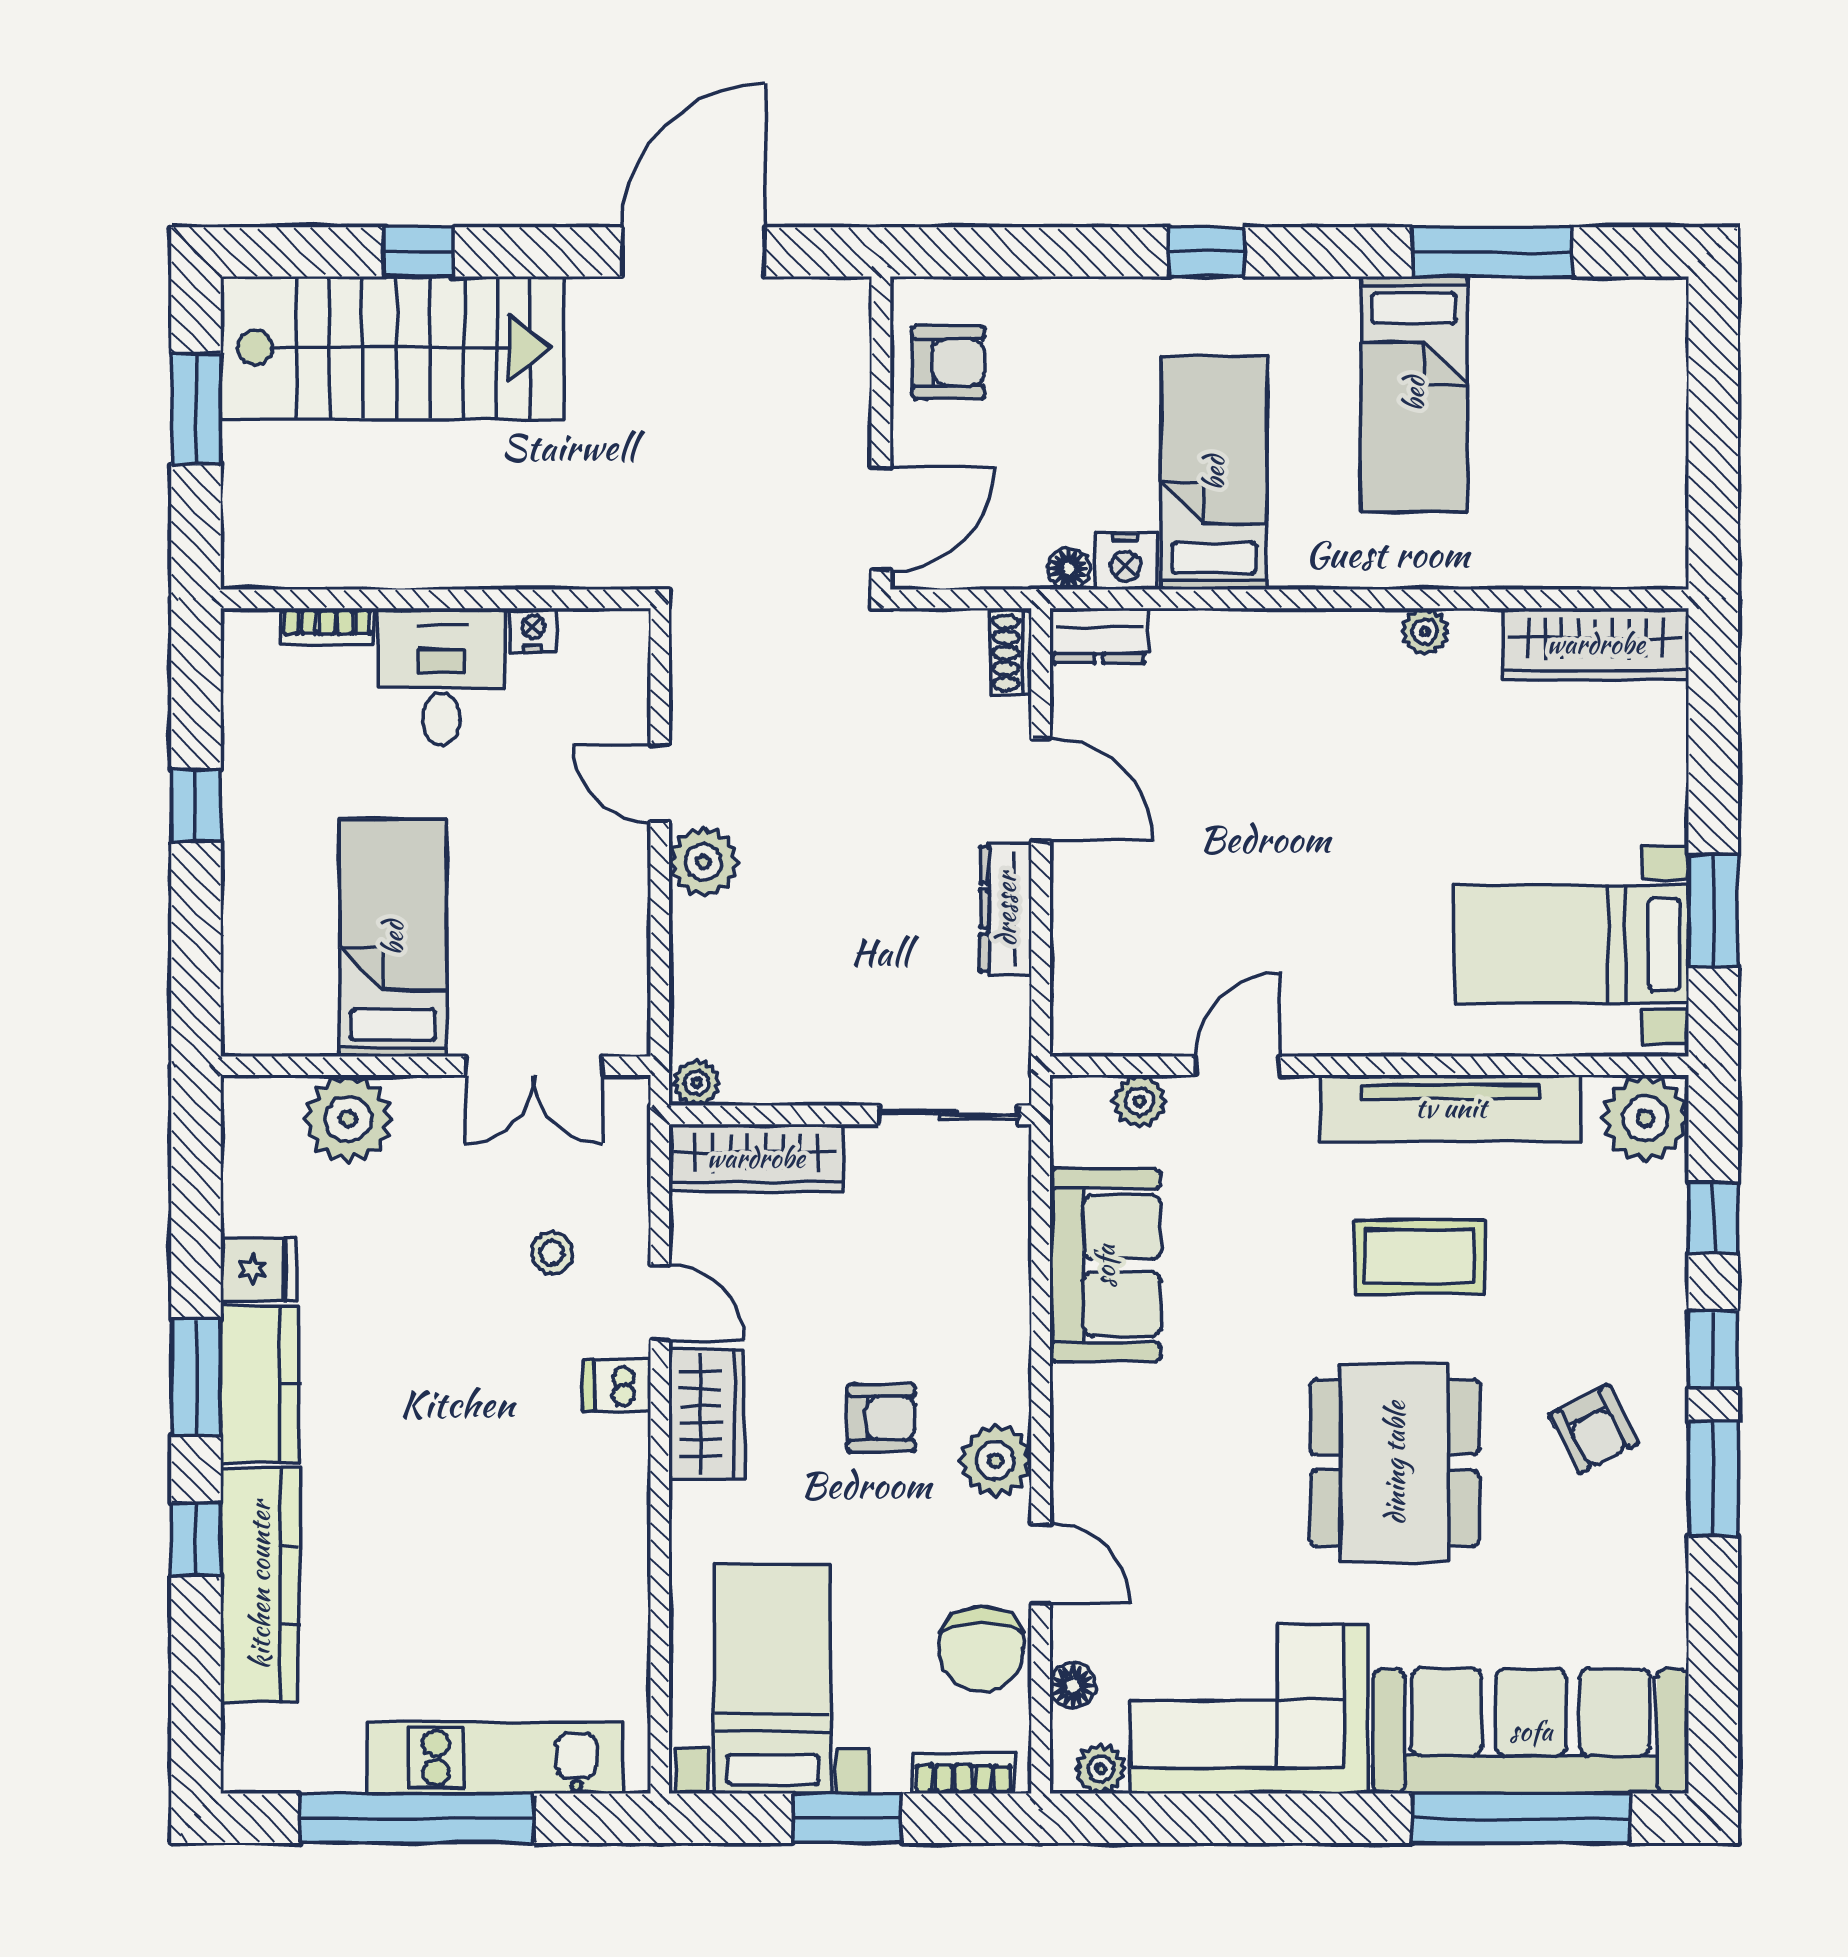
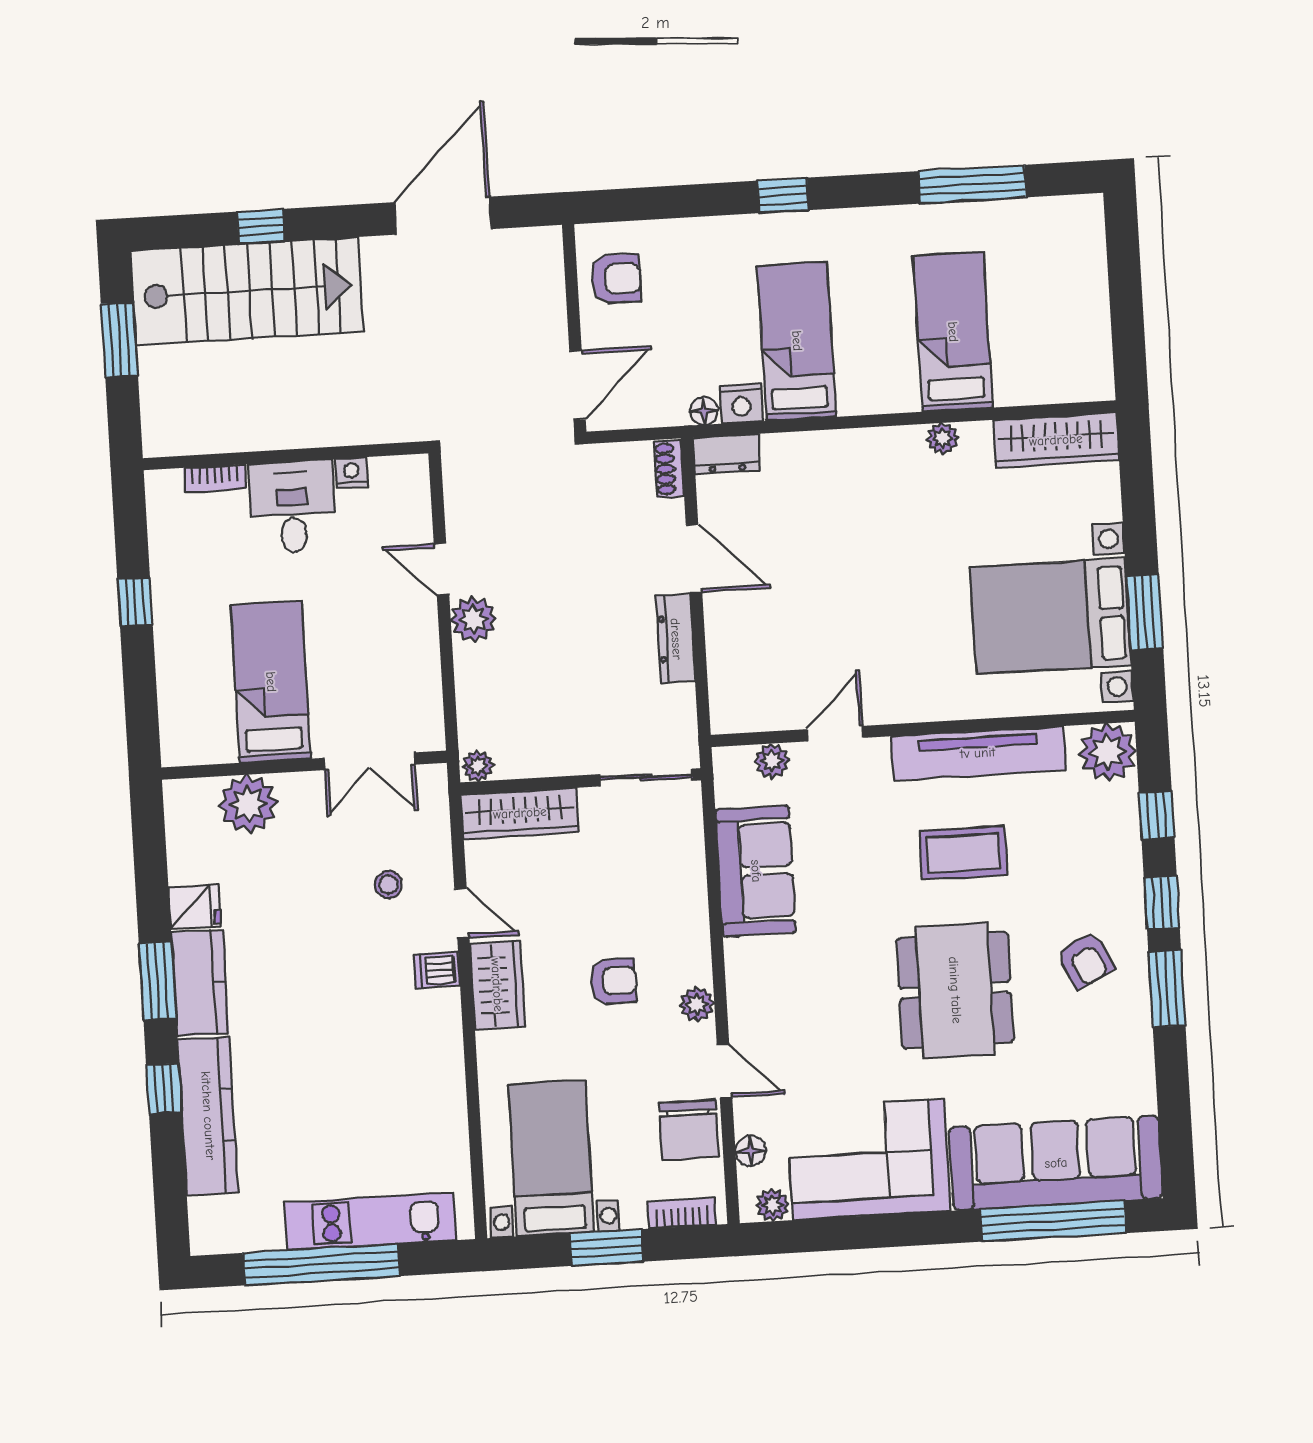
bed: (1414, 394) -> (953, 332), moved, turned 180
bed with nightstands: (1572, 944) -> (1051, 616), width x1.36
plant: (995, 1461) -> (697, 1004), width x0.73, depth x0.73

